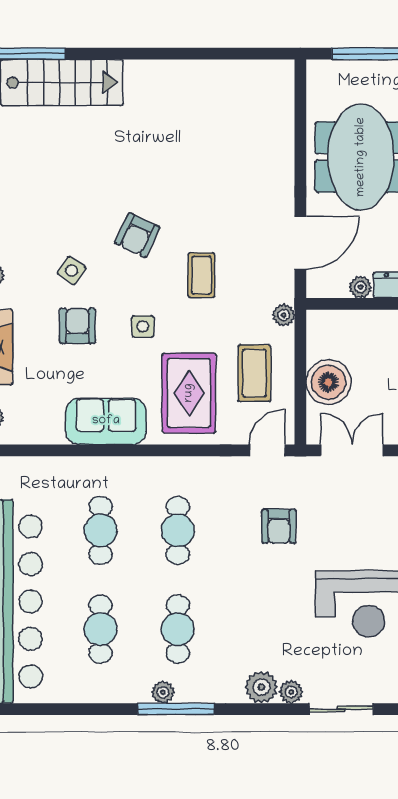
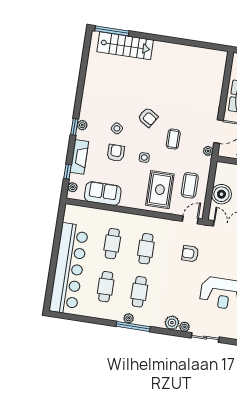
armchair: (137, 235) -> (148, 117), turned -84
plant: (284, 315) -> (208, 151), moved
sofa: (106, 421) -> (103, 194), moved
armchair: (279, 526) -> (190, 254), turned 90

